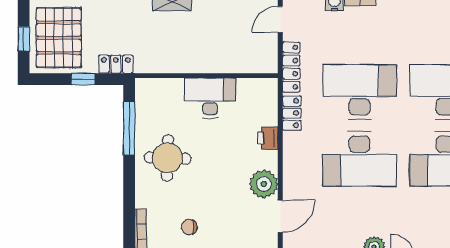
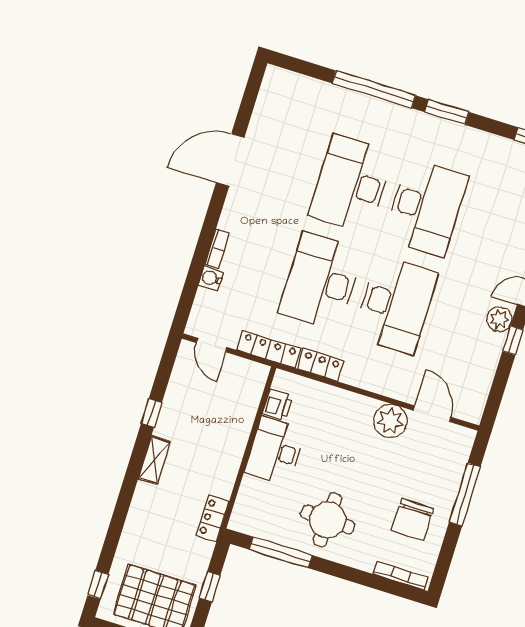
locker: (116, 64) -> (213, 518), moved
printer: (268, 138) -> (277, 405), moved, turned -90
chair: (189, 227) -> (413, 520), width x1.87, depth x1.87

